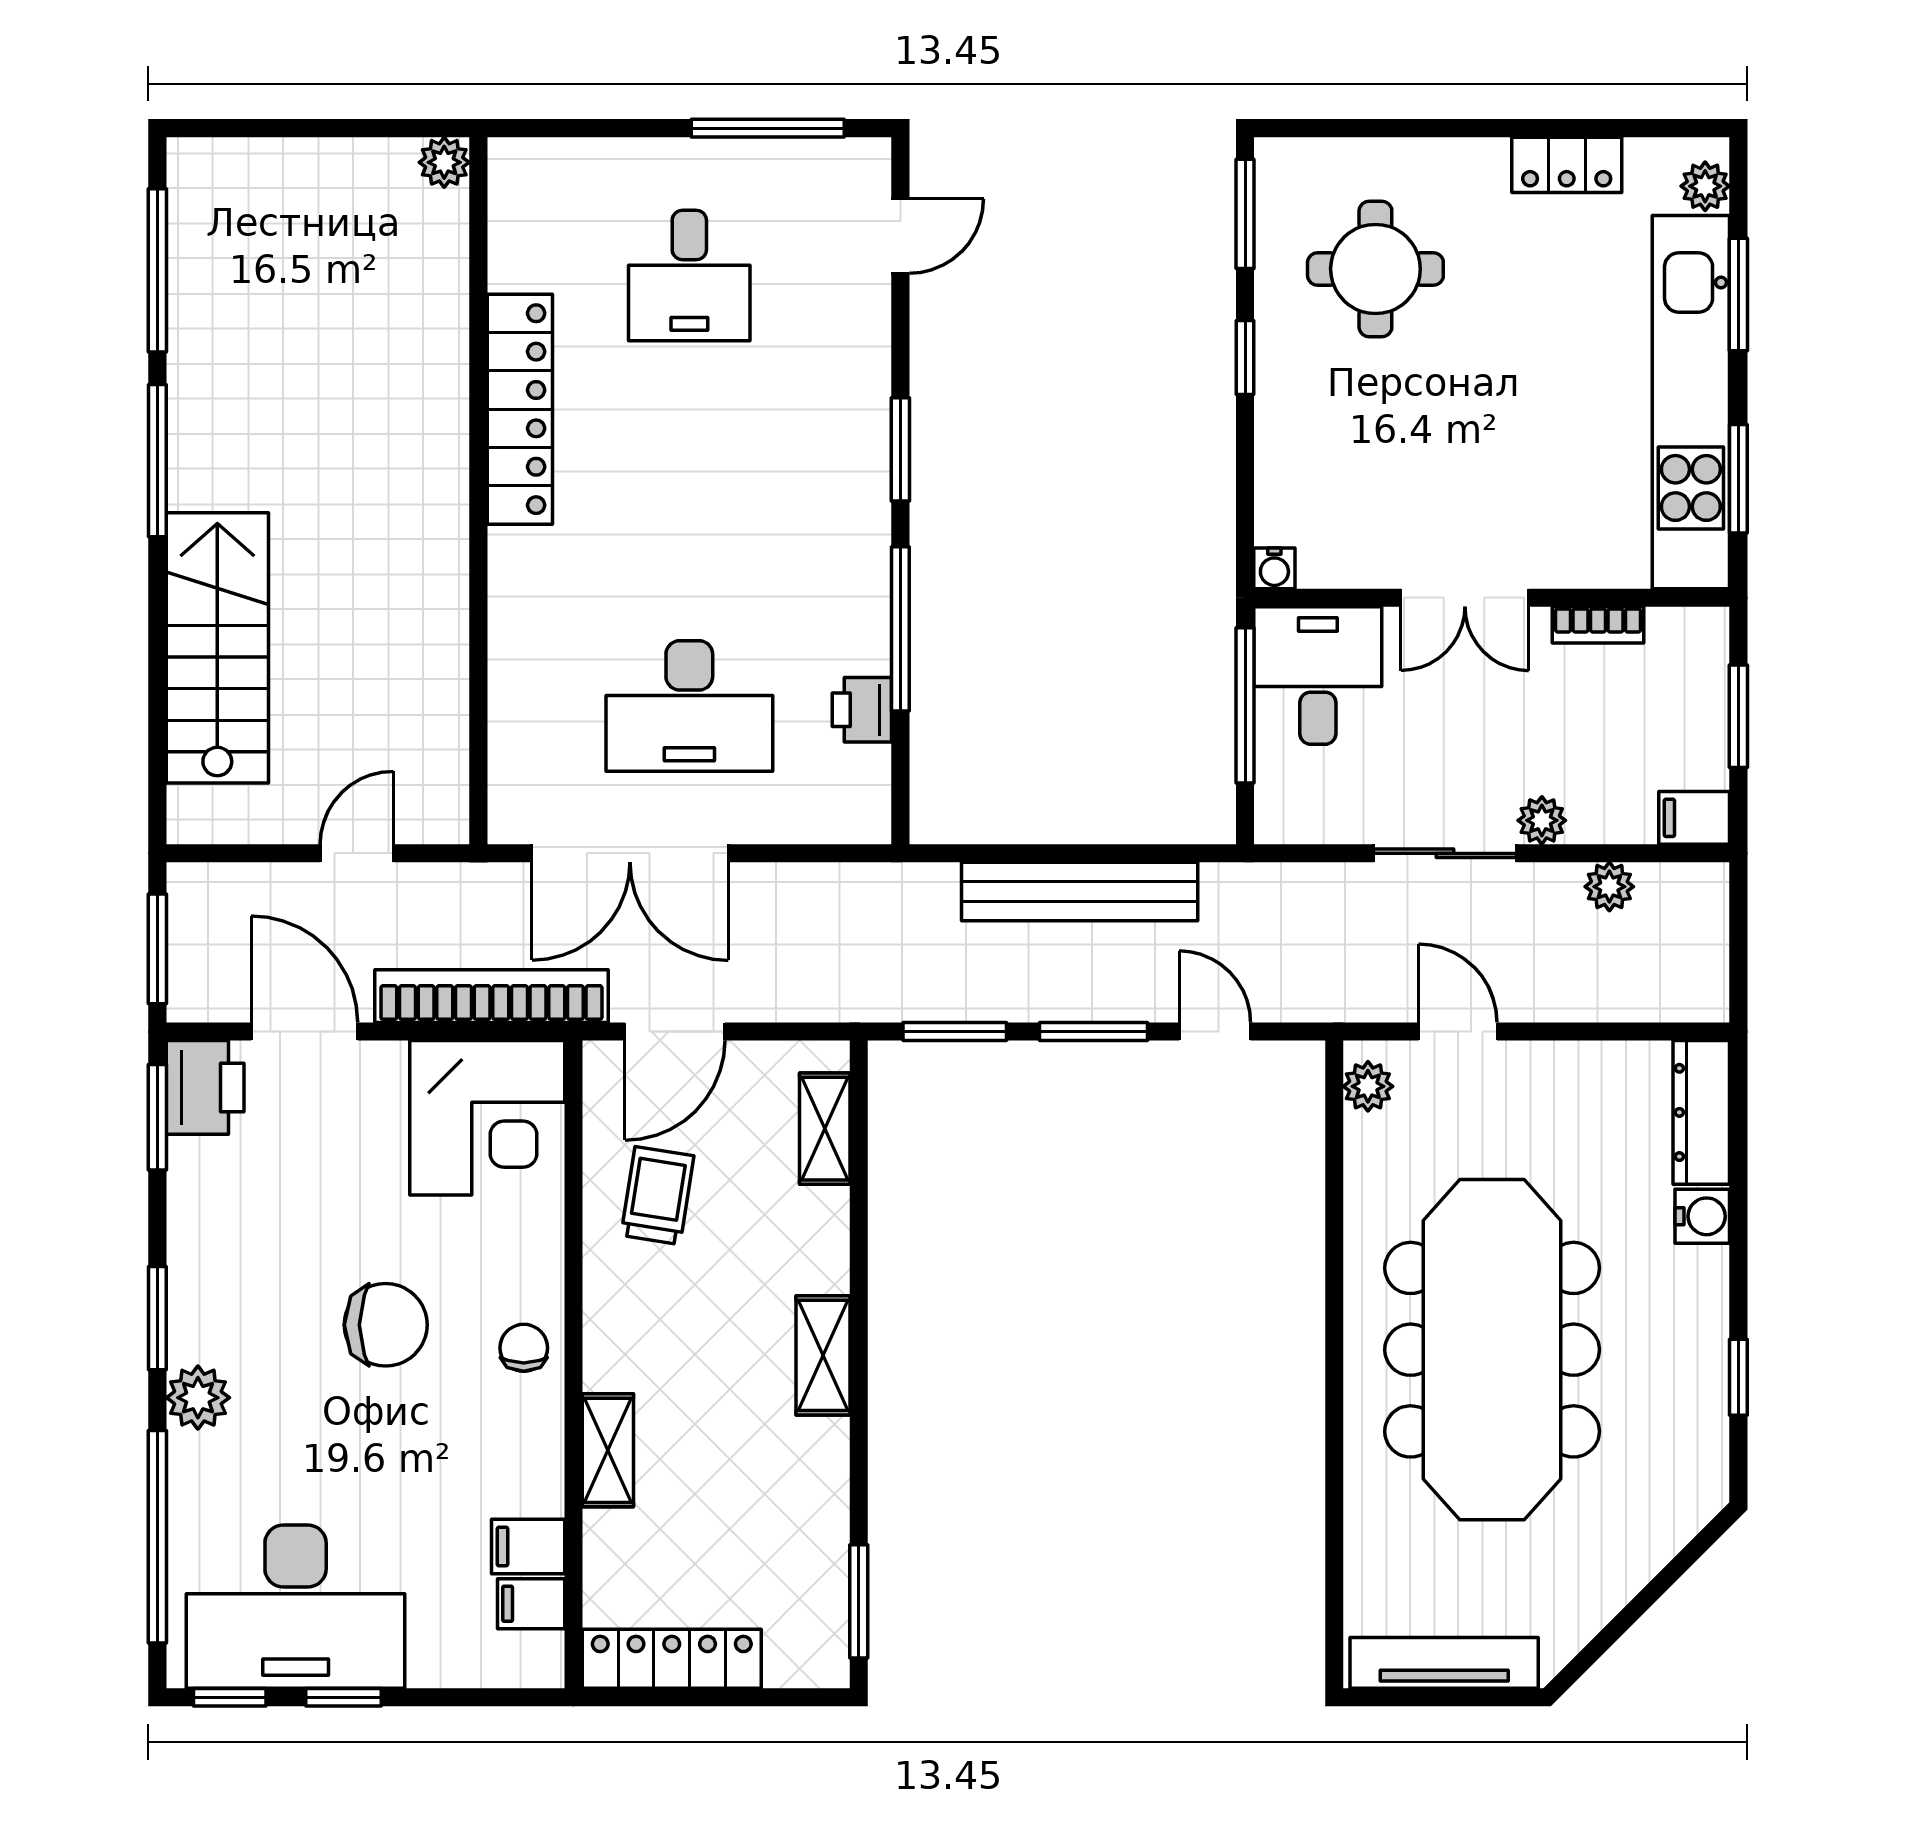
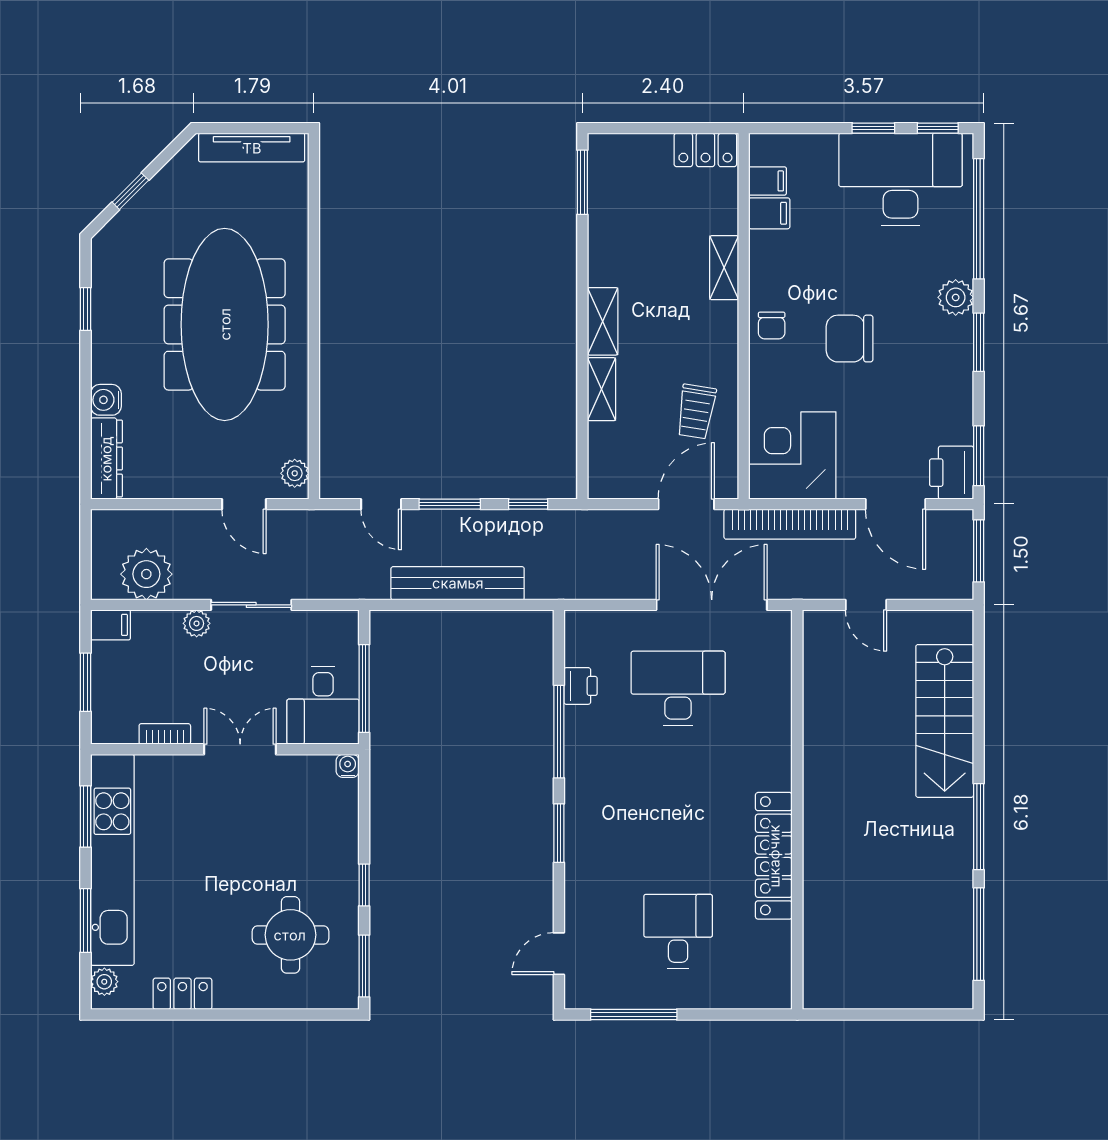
plant: (444, 162) -> (817, 995), removed
door: (357, 853) -> (866, 605), hinge flipped
plant: (1609, 887) -> (146, 574), width x1.88, depth x1.88
window: (955, 1032) -> (528, 504), width x0.67
shelving: (825, 1129) -> (602, 389), moved
window: (1659, 1586) -> (130, 191), added
locker: (672, 1659) -> (705, 150), width x0.66

